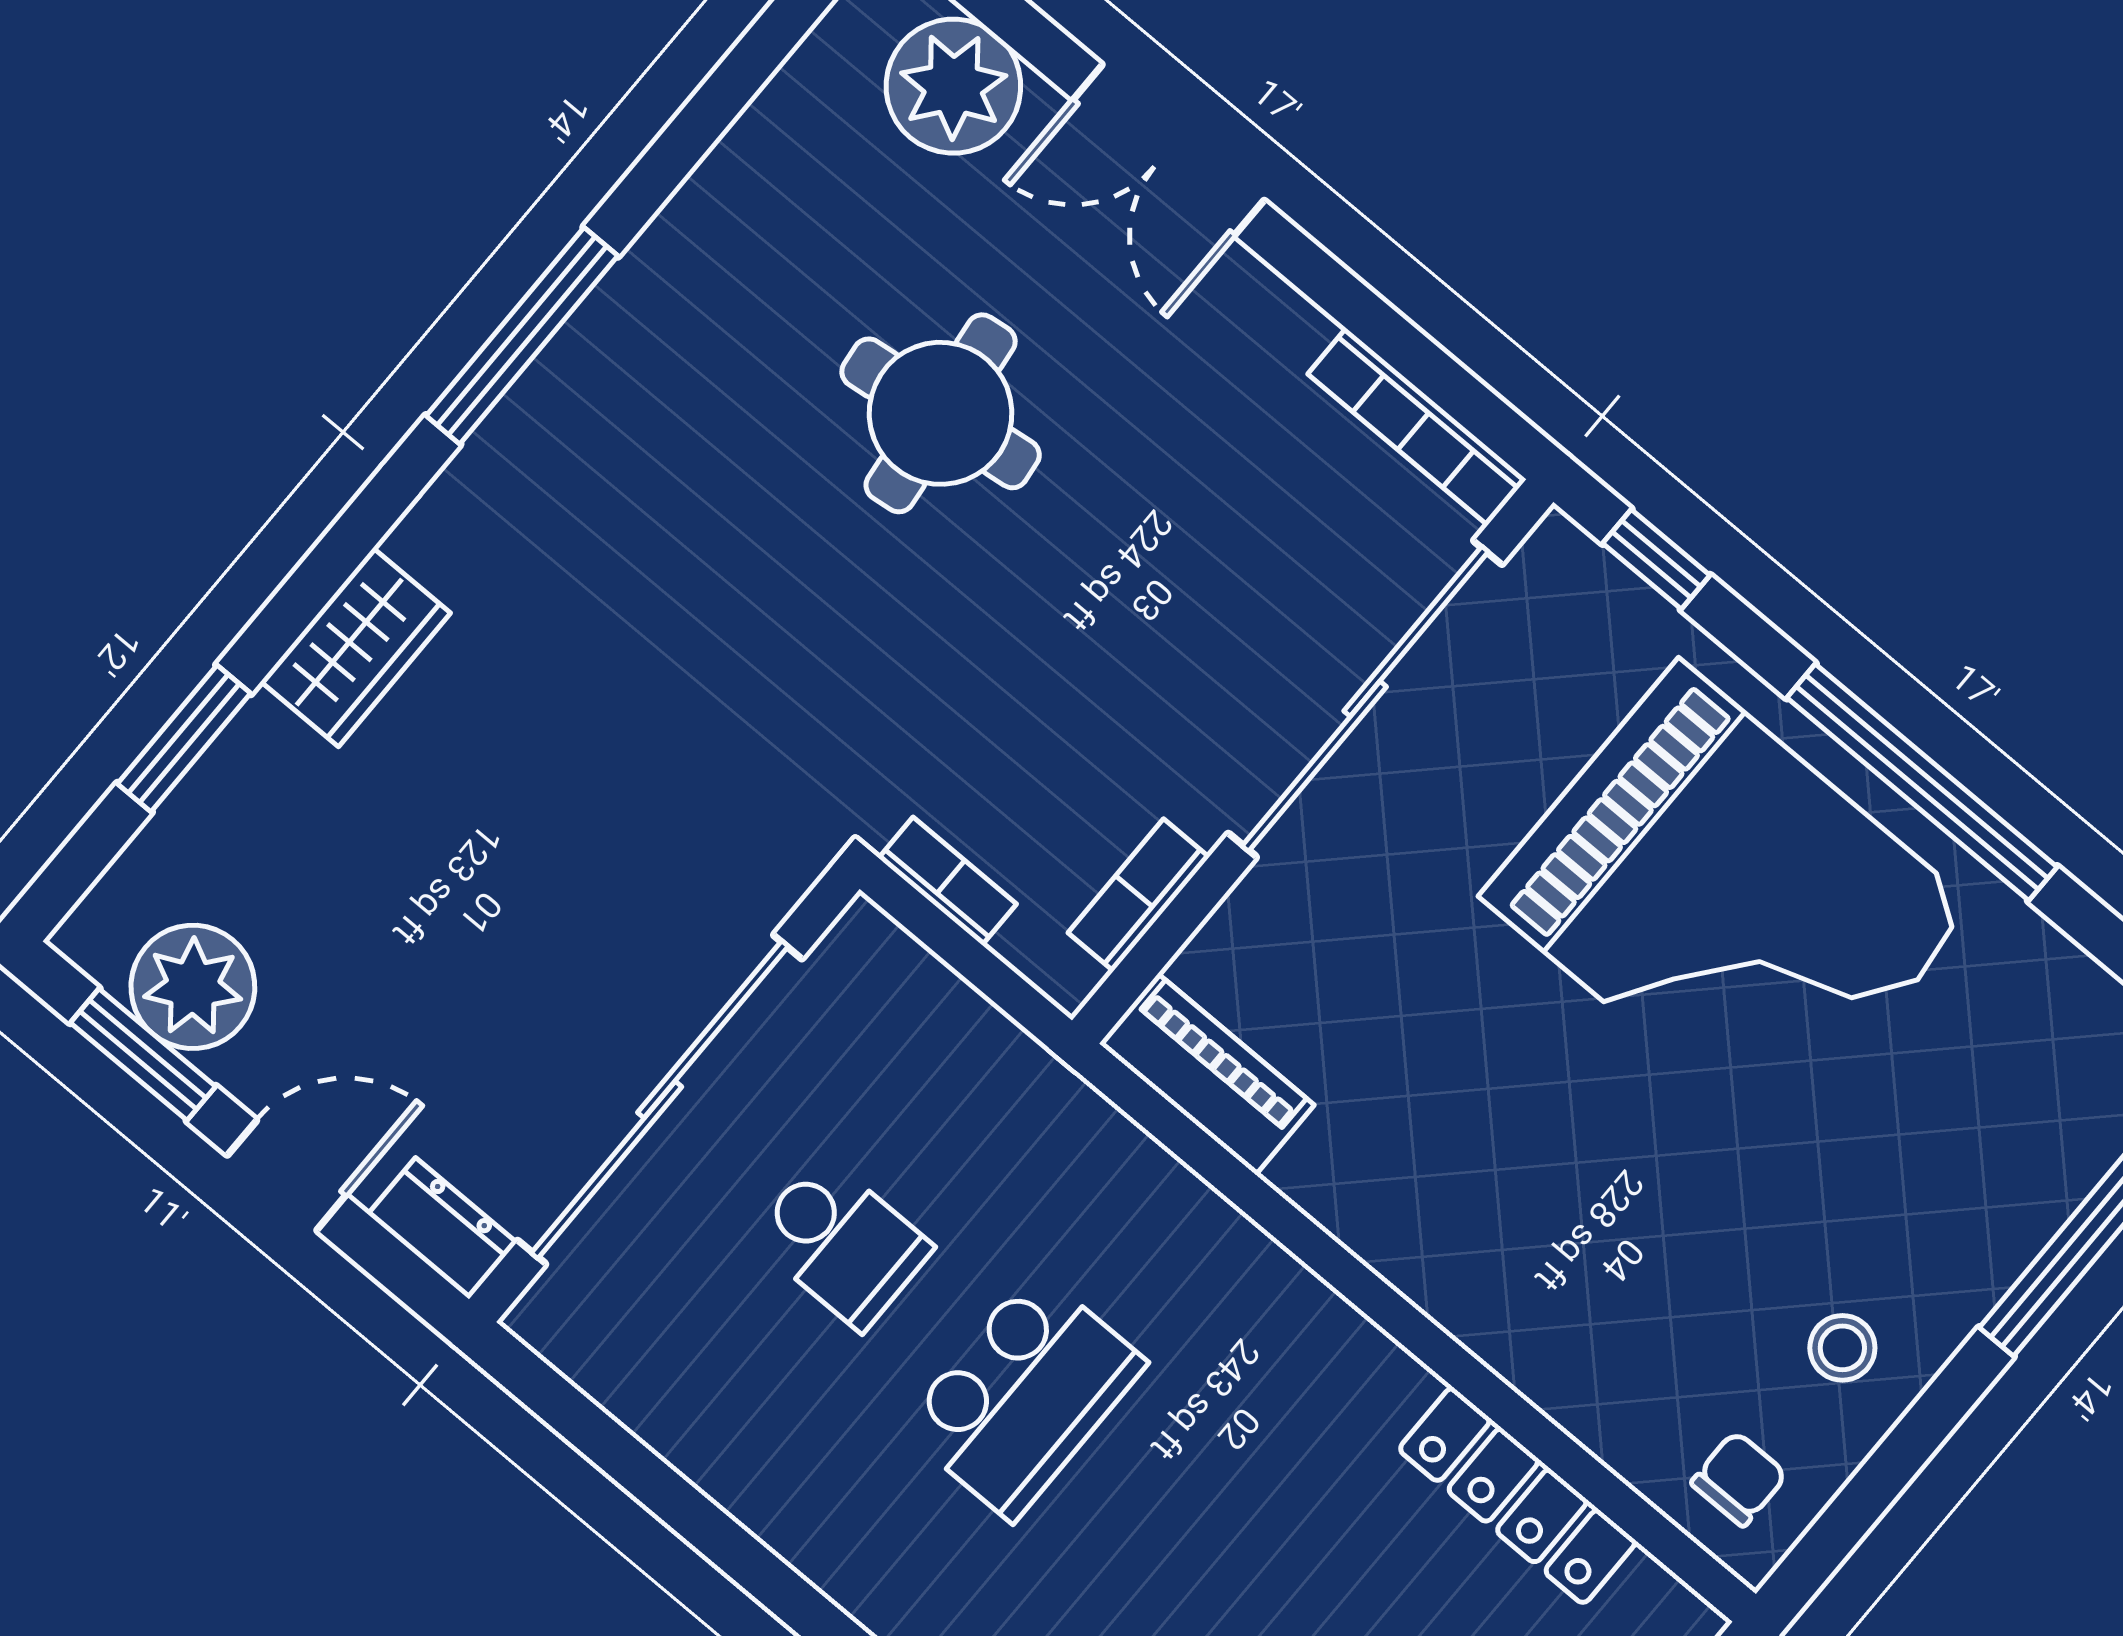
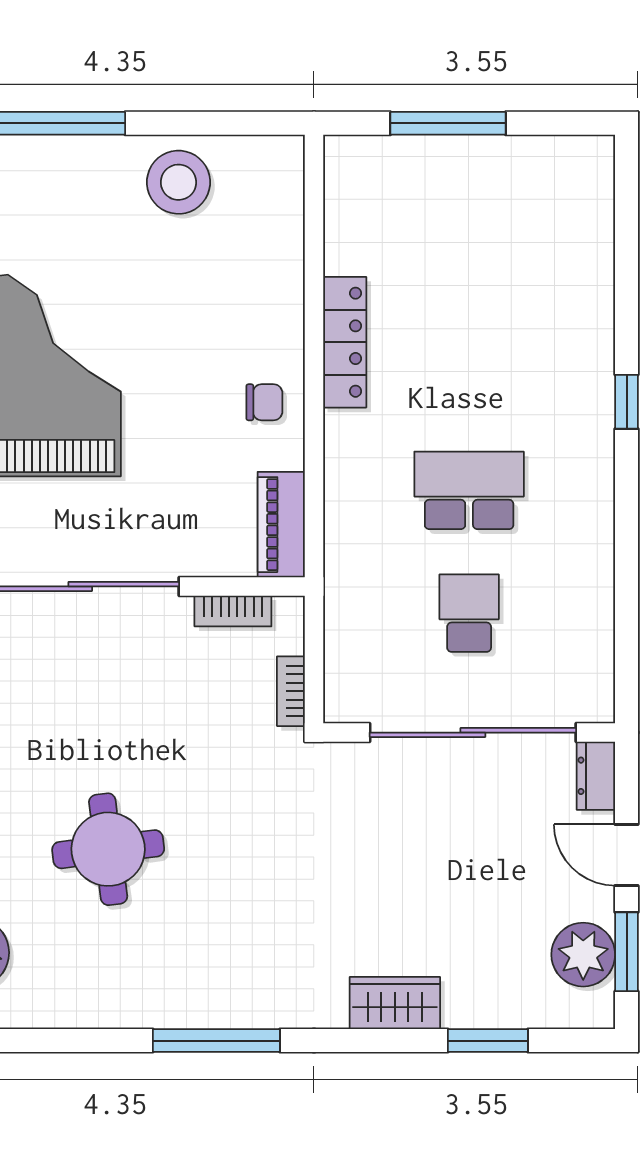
stool: (1842, 1348) -> (178, 182), width x1.89, depth x1.89
chair: (1739, 1479) -> (264, 402), moved, turned 180
locker: (1518, 1496) -> (345, 342), moved

